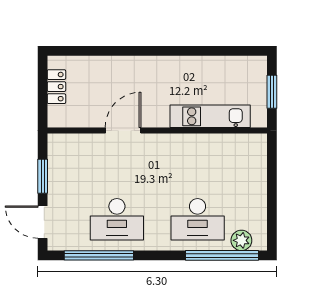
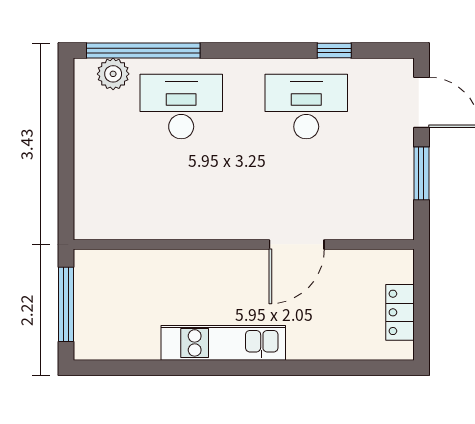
window: (272, 92) -> (66, 304), width x1.44
kitchen unit: (210, 116) -> (223, 343), moved, turned 180
window: (99, 255) -> (334, 51), width x0.32

